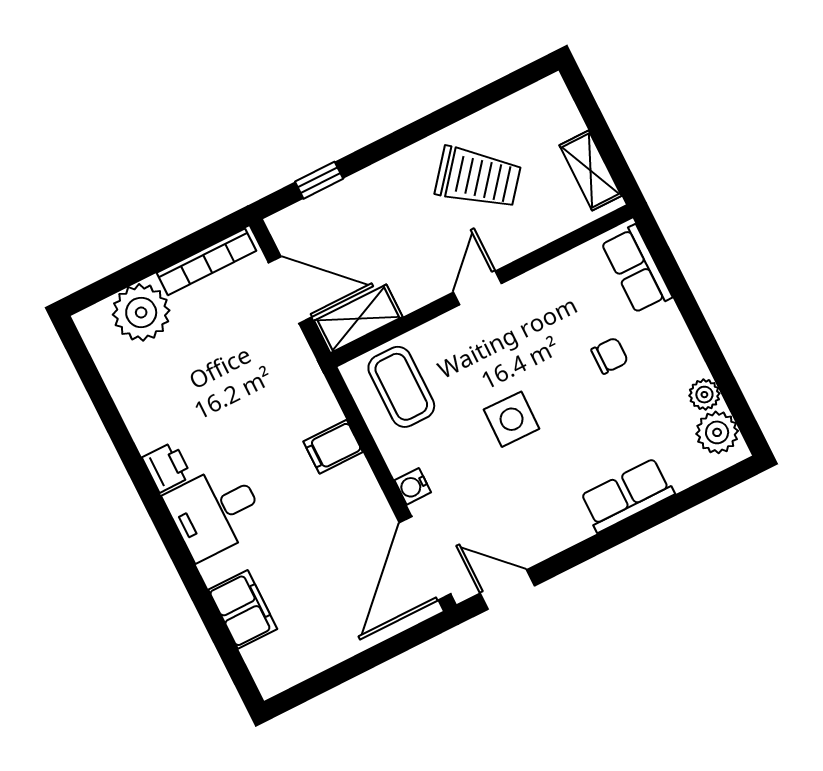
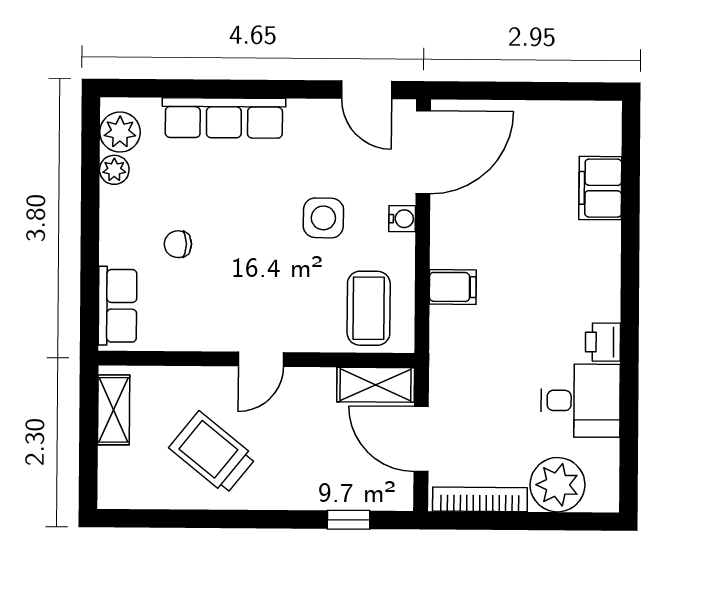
side table: (512, 419) -> (323, 218), moved
row of seats: (627, 495) -> (224, 118), width x1.48
desk: (215, 511) -> (580, 401), moved

